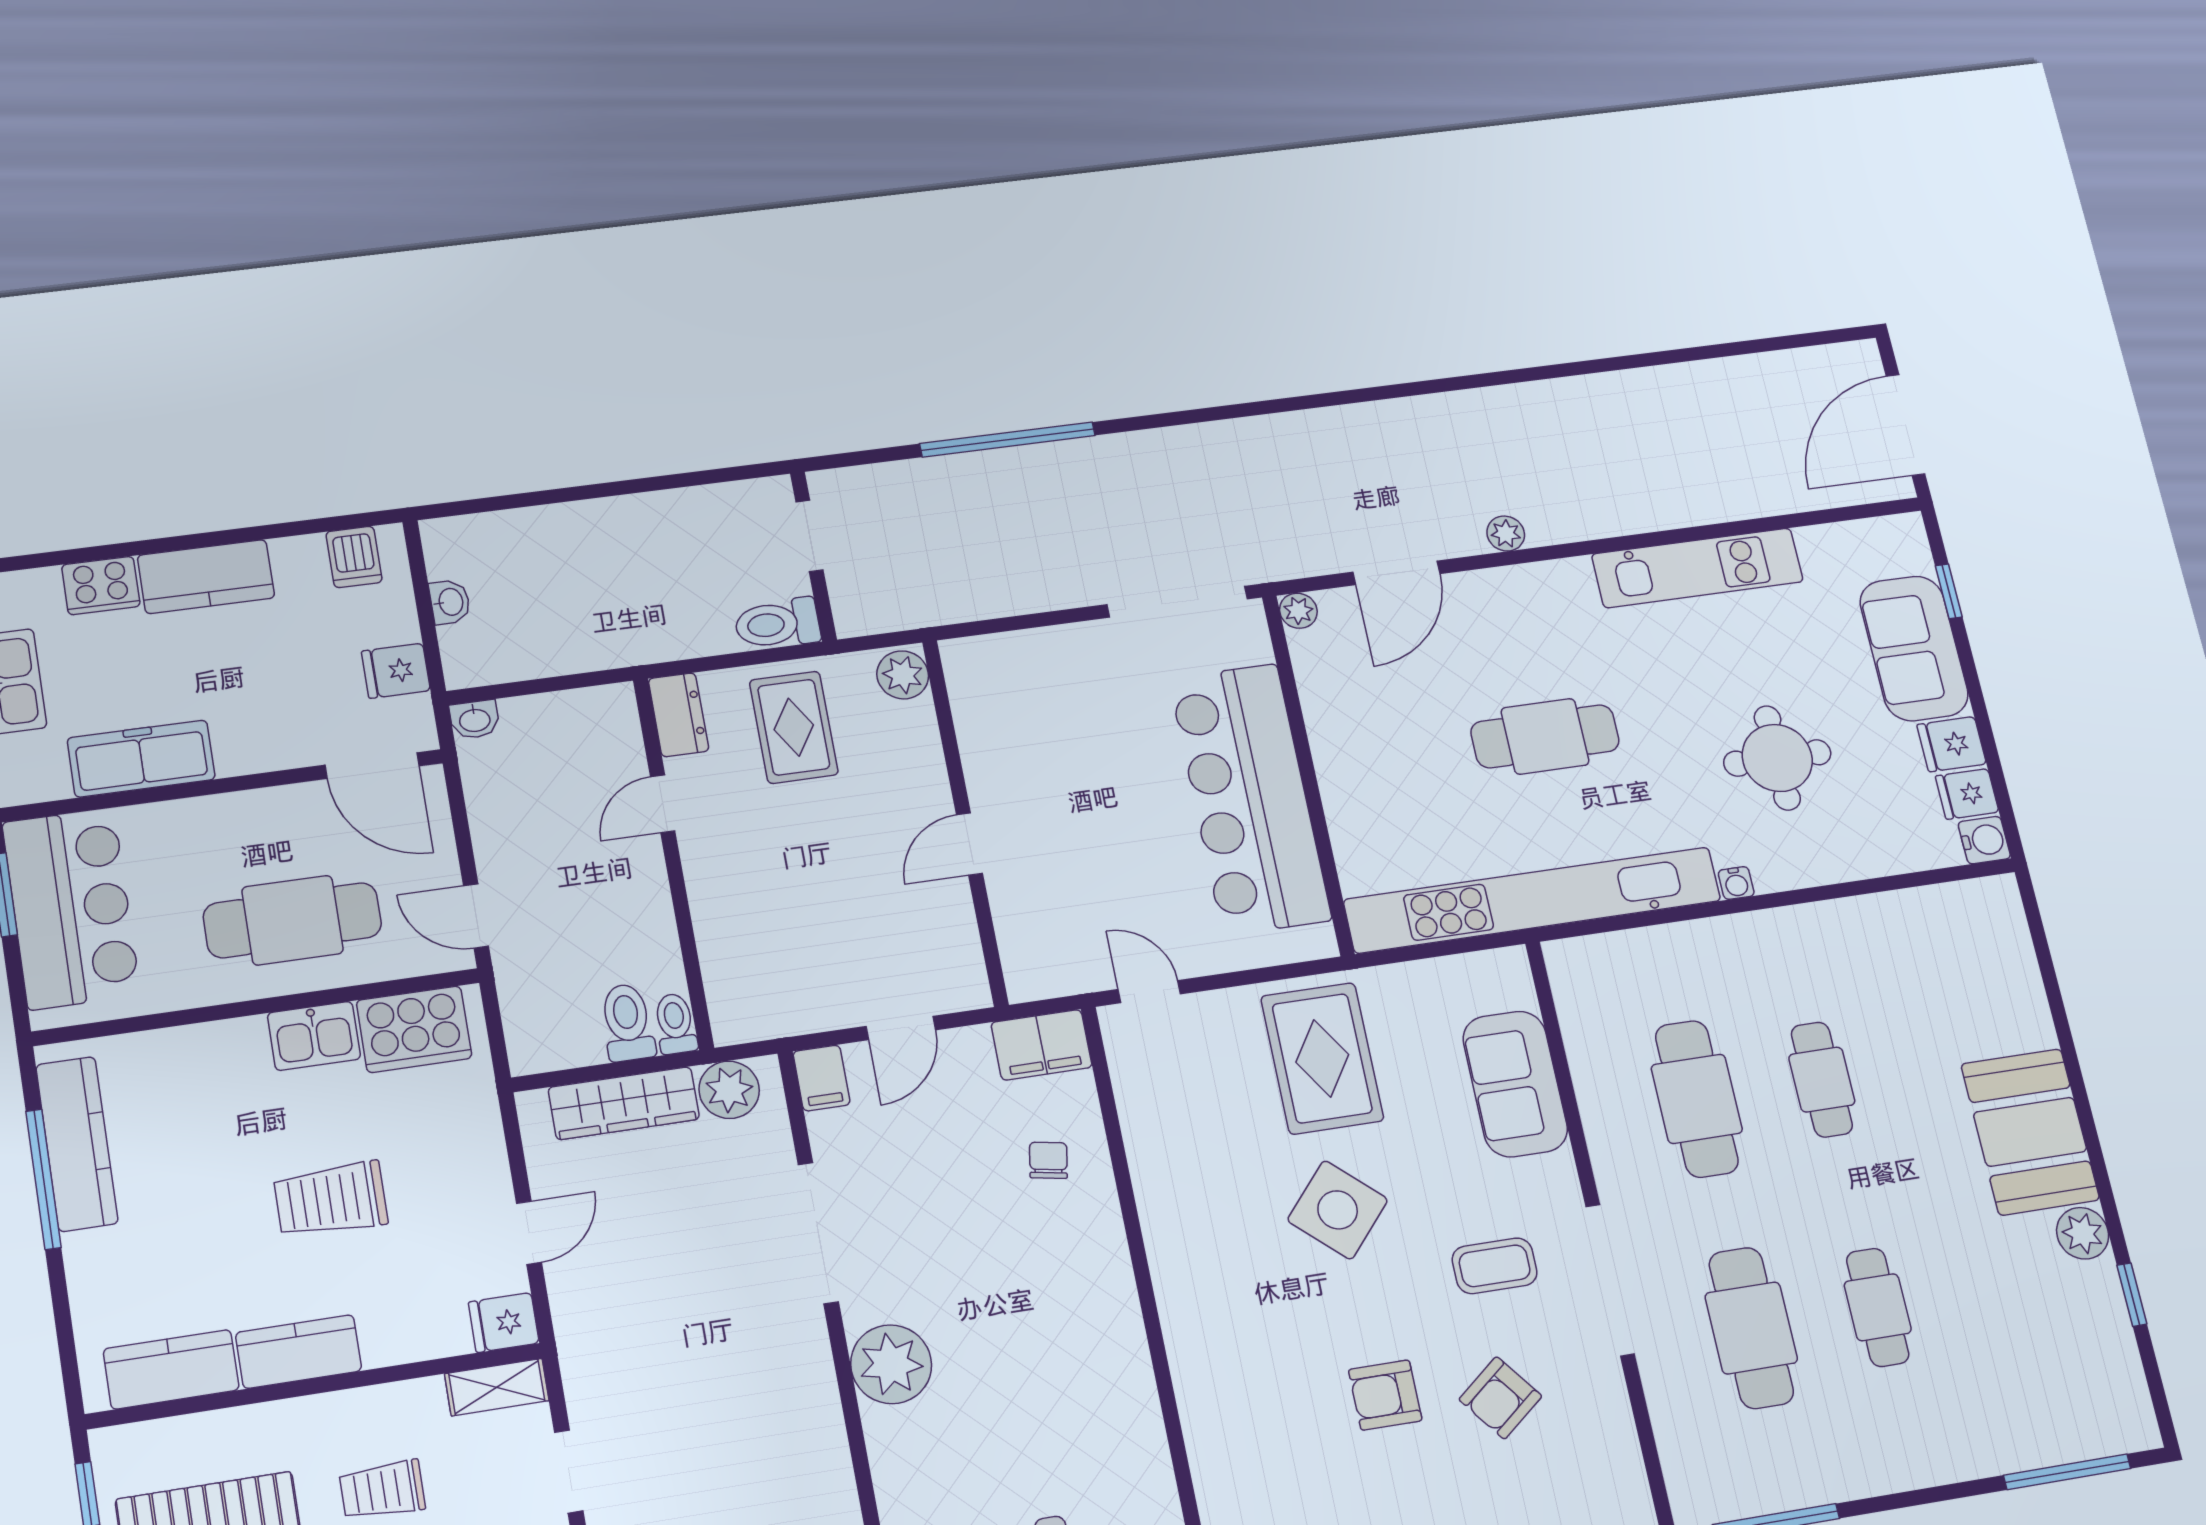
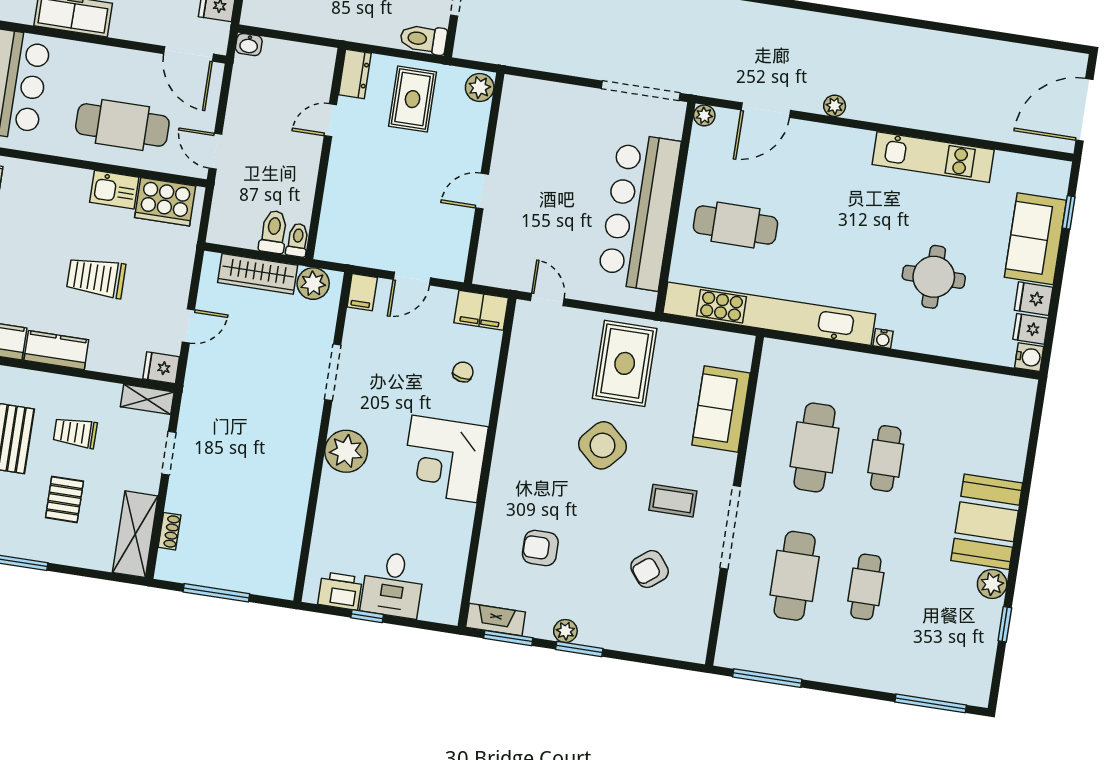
cafe table: (1545, 736) -> (735, 225), moved
doorway: (818, 1233) -> (333, 372), width x0.73
corner desk: (1071, 1322) -> (444, 459), added
armchair: (1385, 1395) -> (540, 548), moved

